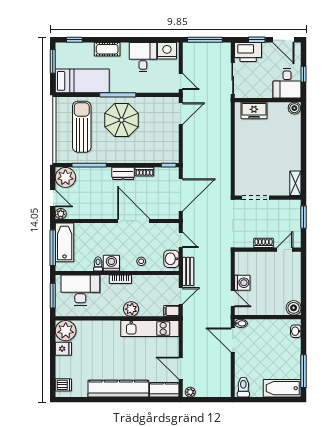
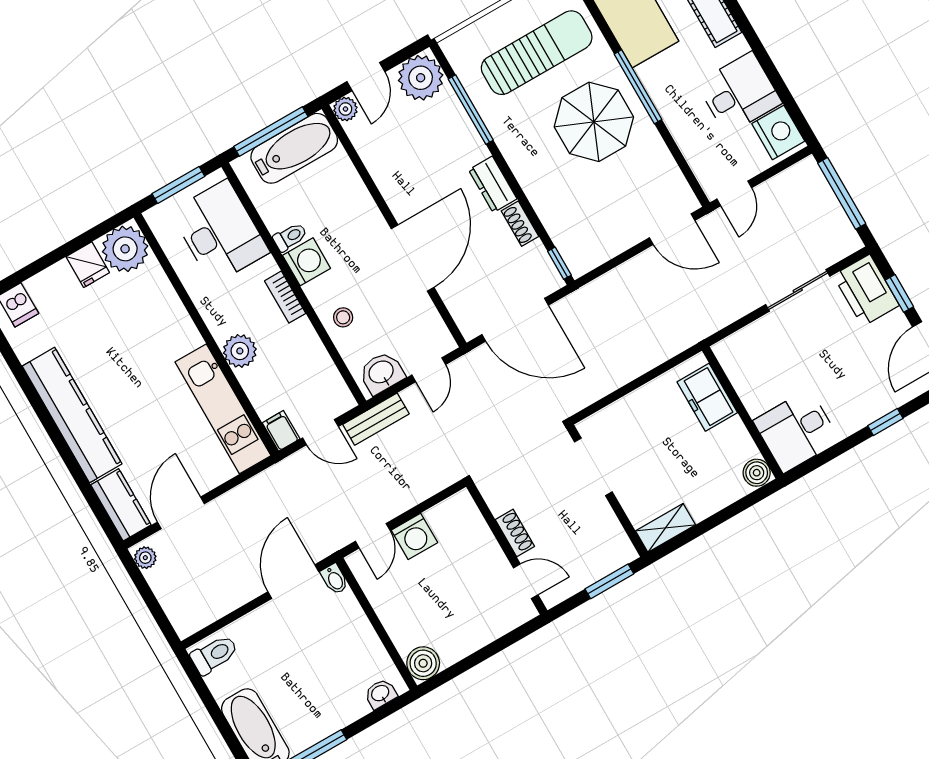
desk: (287, 83) -> (796, 431), moved
wall: (268, 100) -> (743, 413), moved
boiler: (294, 108) -> (757, 473), moved
freezer: (254, 110) -> (707, 397), moved

